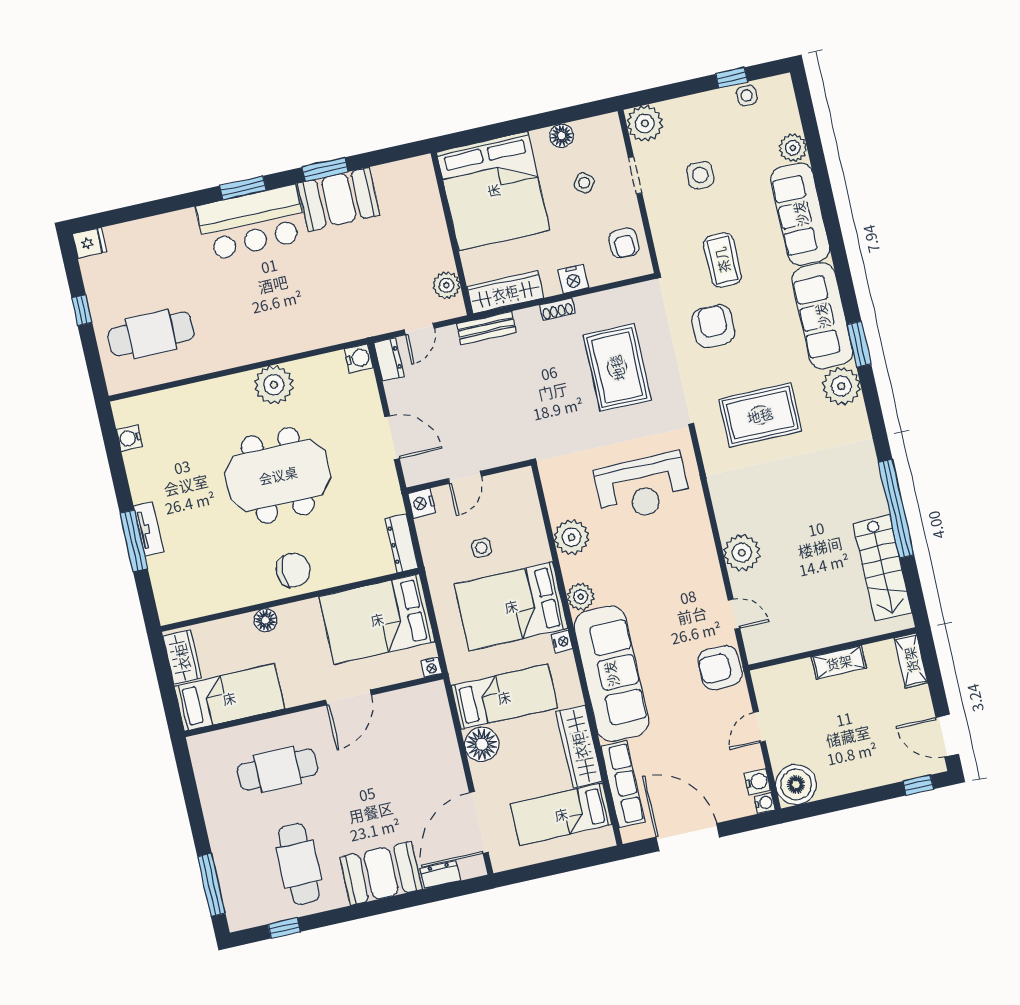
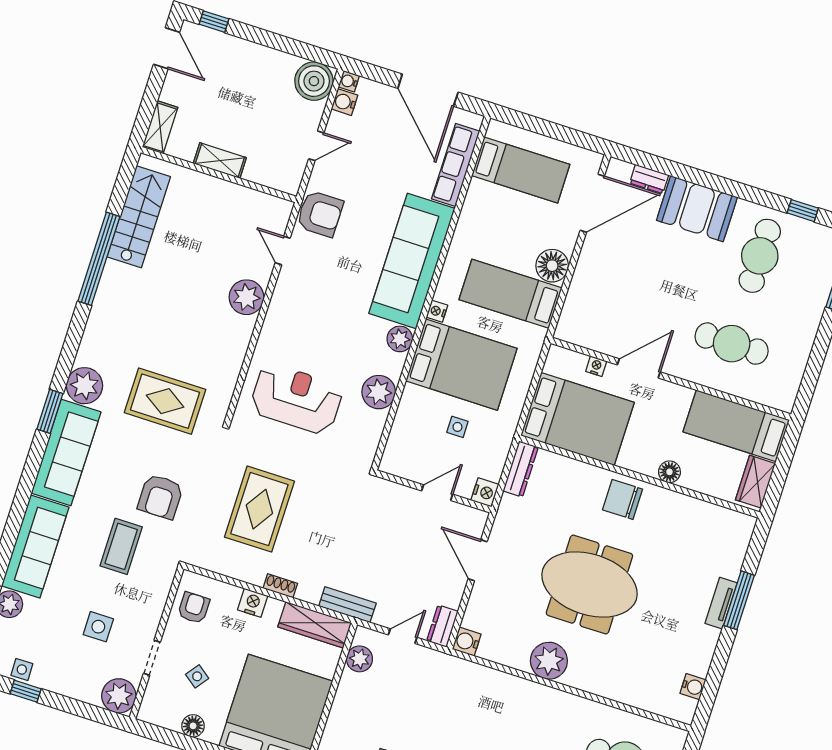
nightstand: (431, 667) -> (596, 366), moved
wardrobe: (579, 746) -> (473, 217), removed

